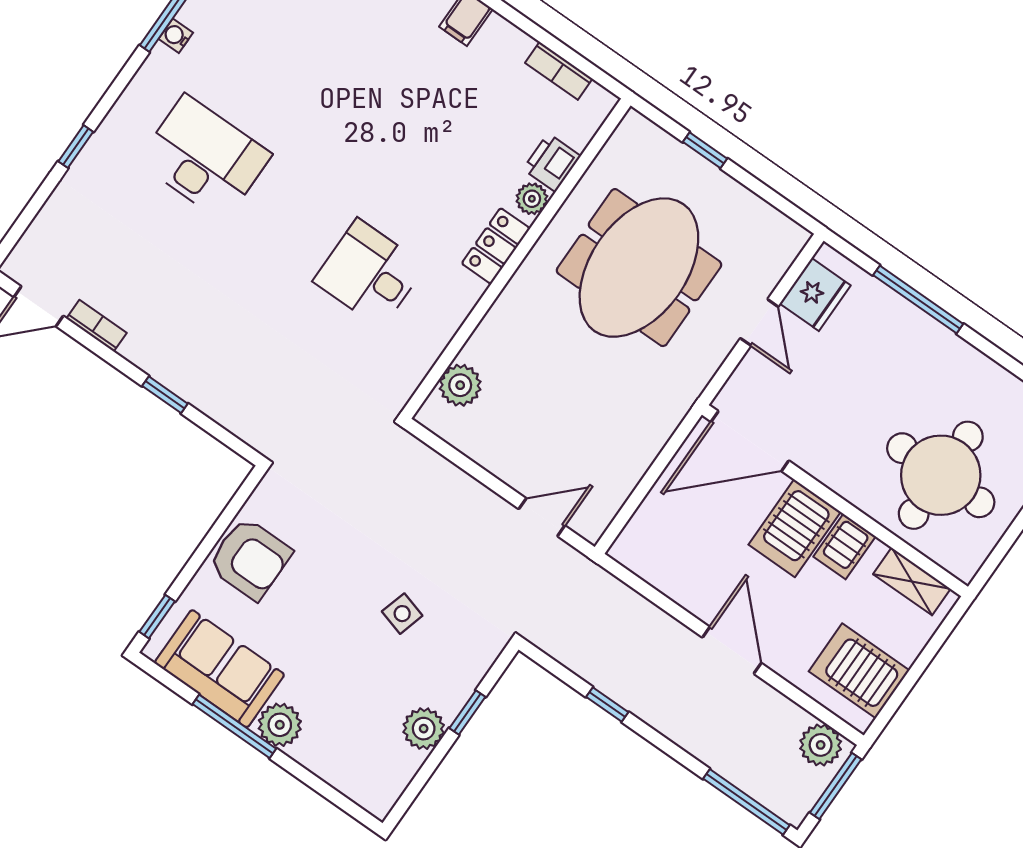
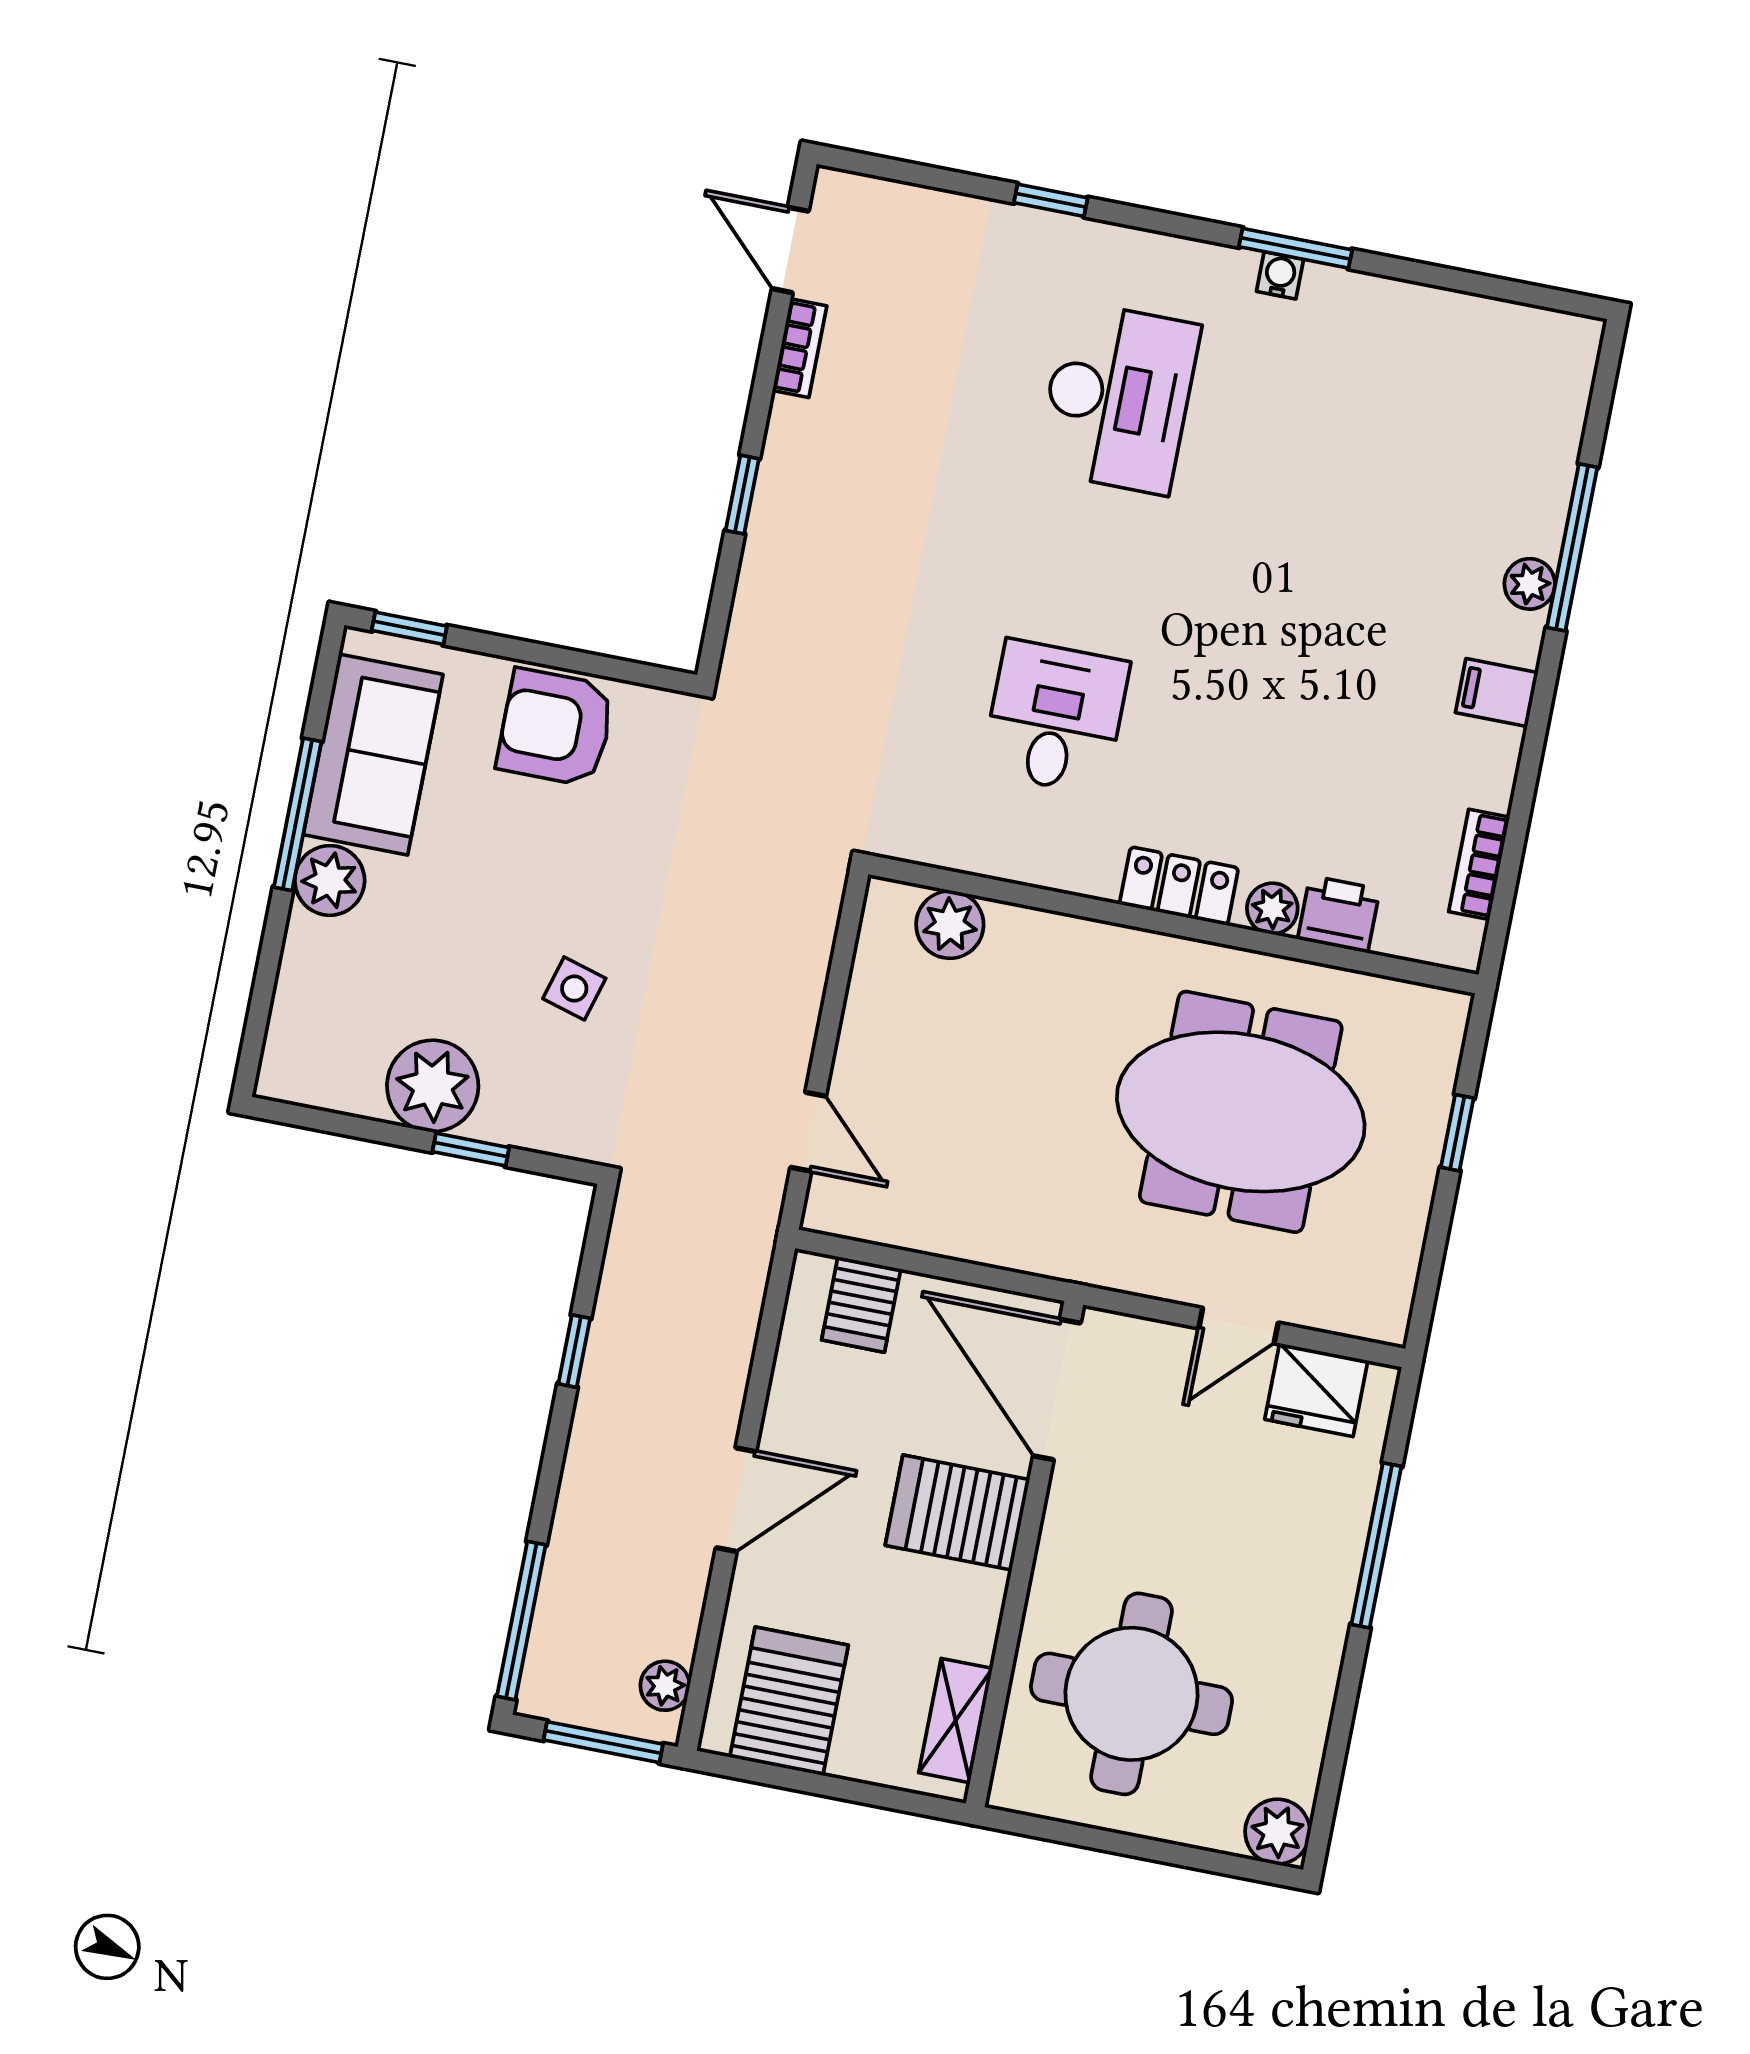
server rack: (844, 547) -> (861, 1304), moved, turned -90
armchair: (250, 559) -> (556, 728), turned 90
plant: (424, 729) -> (433, 1086), width x1.36, depth x1.36
plant: (821, 745) -> (665, 1686), width x0.73, depth x0.73

